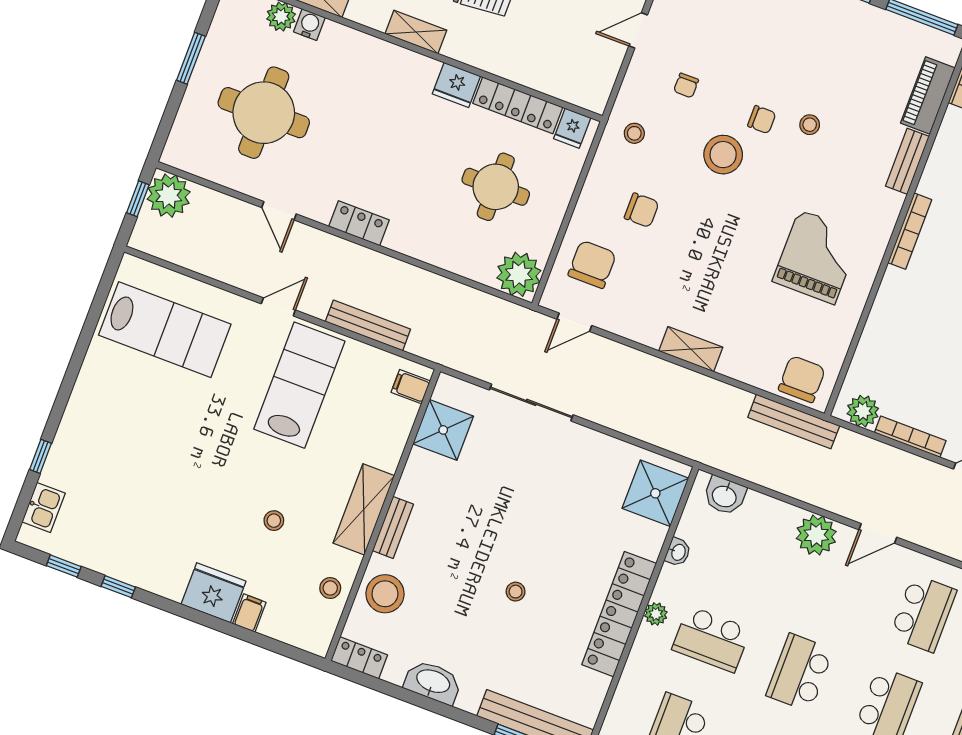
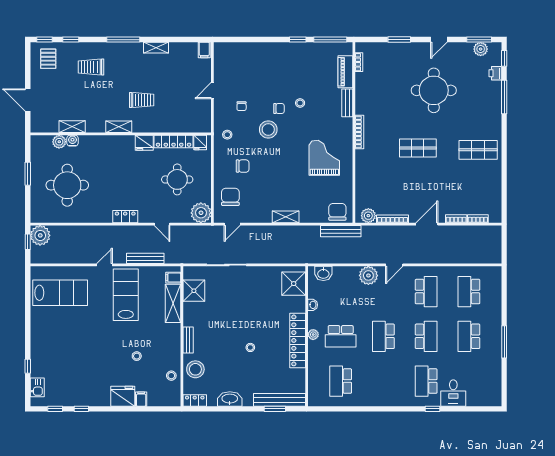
door: (279, 211) -> (162, 224), moved
shelving: (364, 509) -> (173, 303), moved

